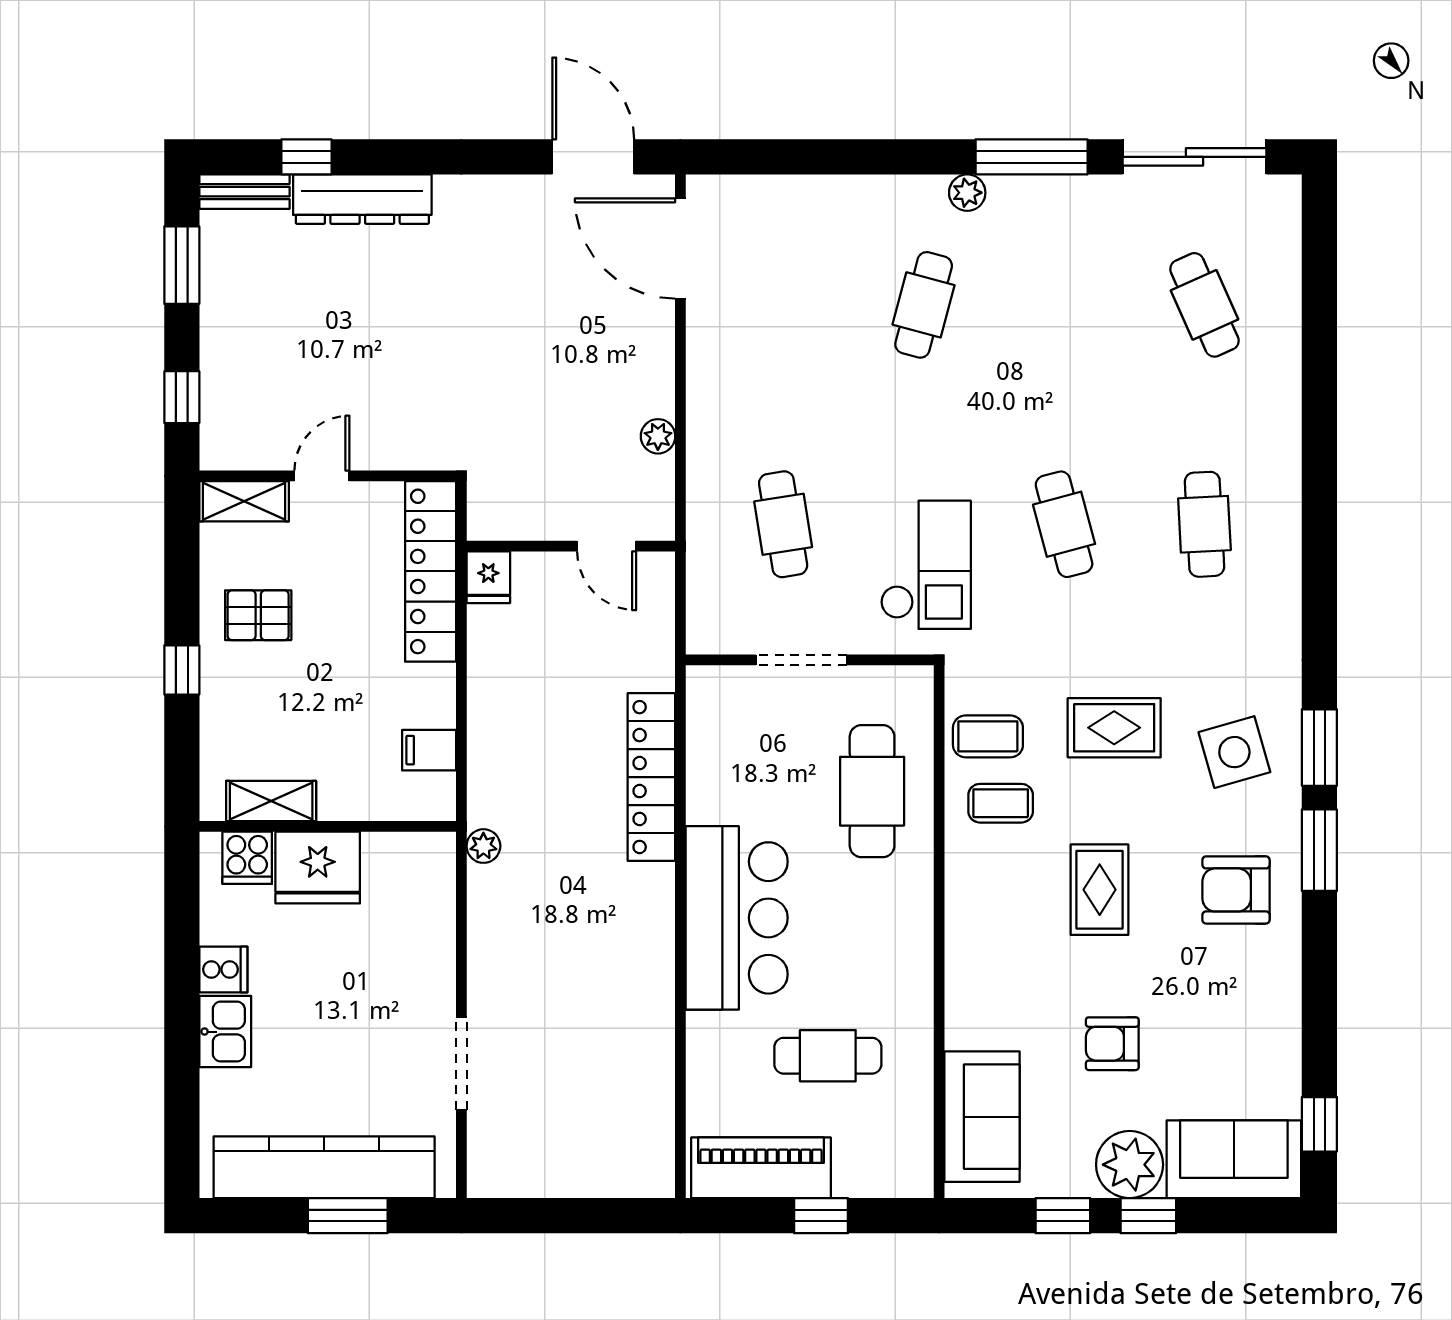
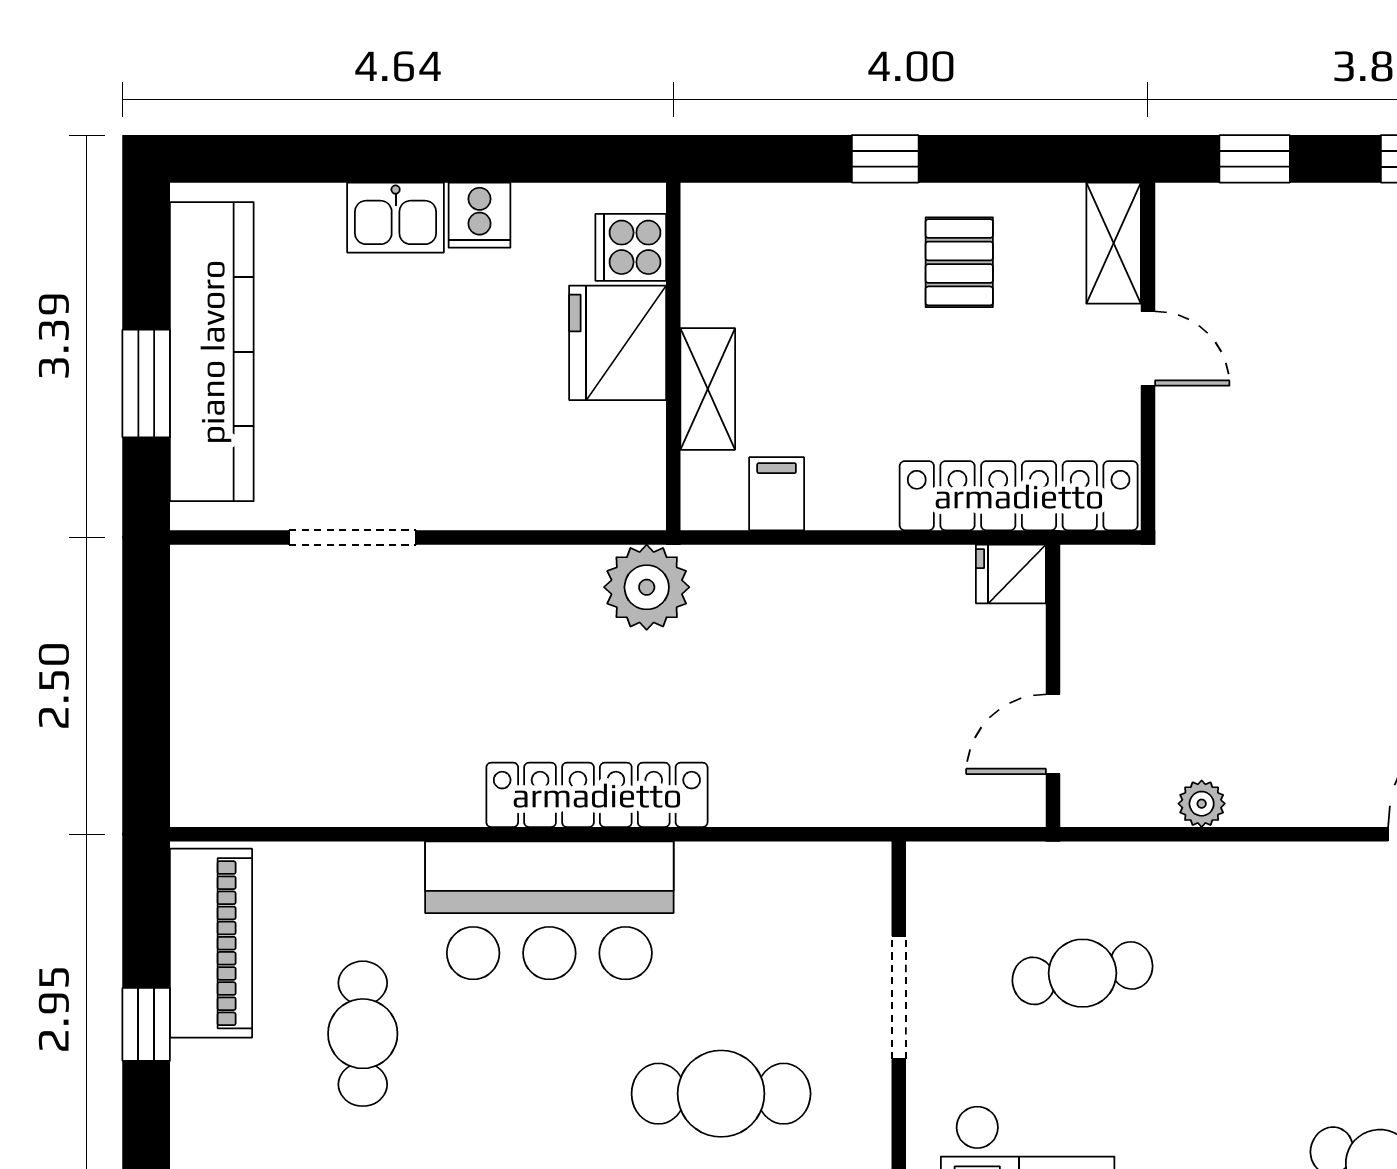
locker: (651, 777) -> (597, 795), moved
shelving: (271, 801) -> (708, 389), moved
plant: (483, 846) -> (647, 587), width x1.87, depth x1.87

